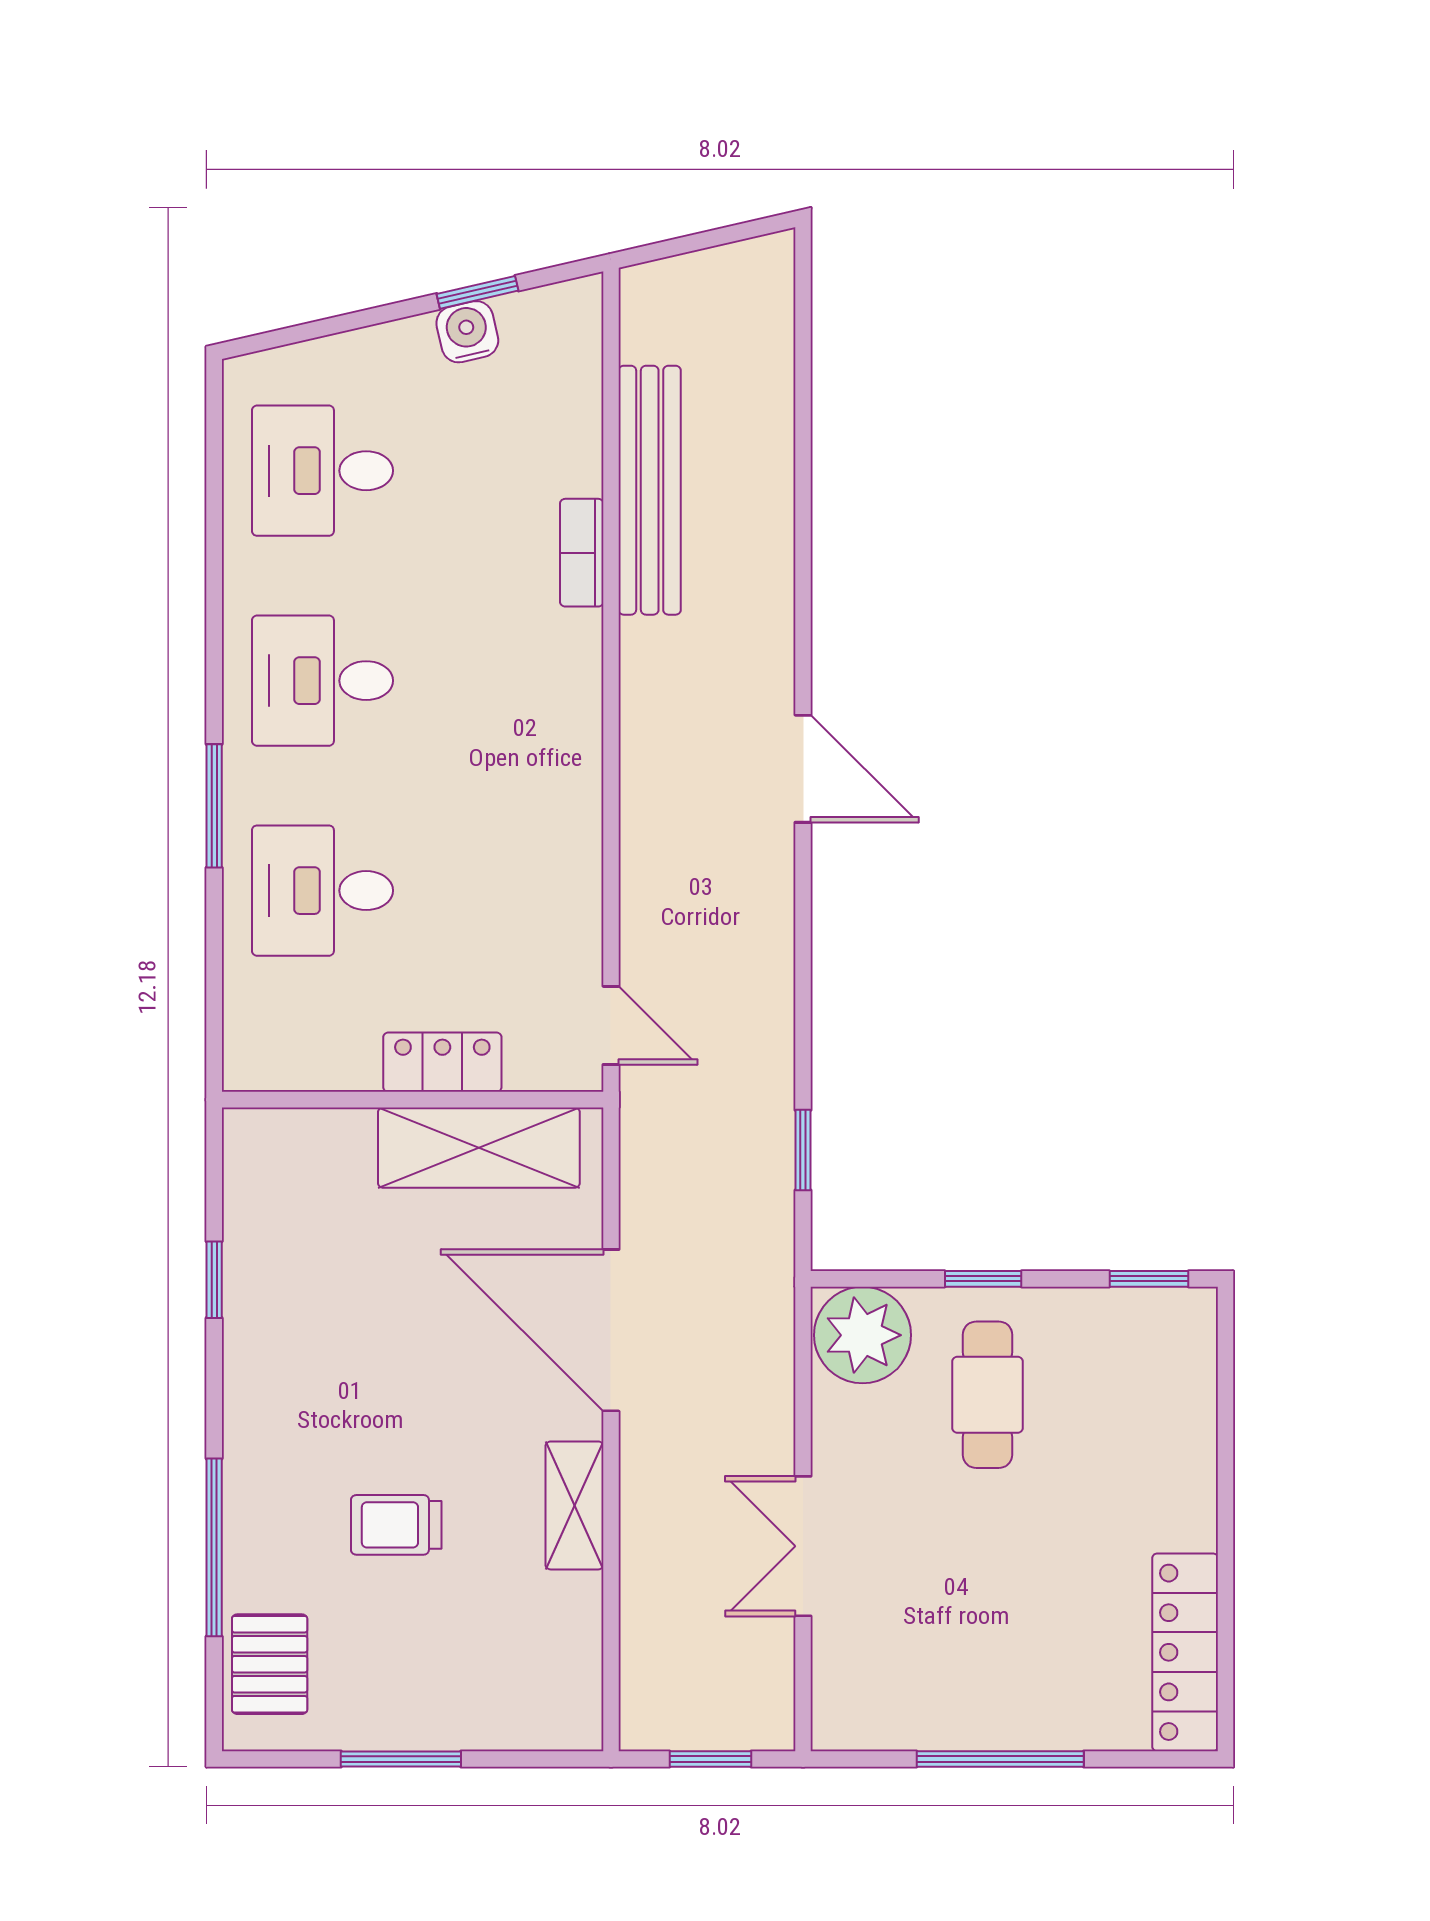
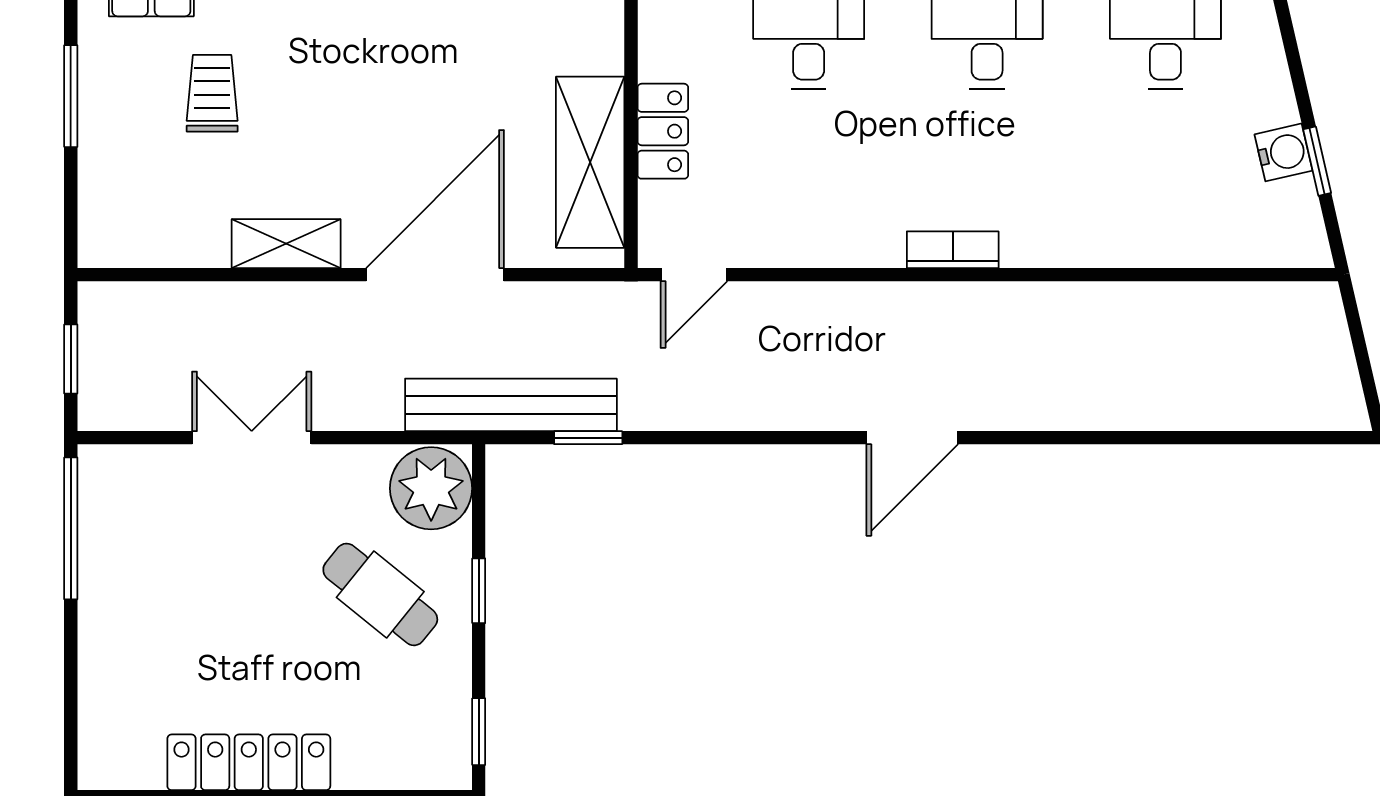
bench: (650, 490) -> (511, 405), moved
bookcase: (582, 553) -> (953, 250), moved
cafe table: (988, 1395) -> (380, 594), turned 39
trolley: (396, 1525) -> (212, 93), moved
locker: (1185, 1652) -> (249, 762), moved
window: (1000, 1759) -> (71, 528), moved

